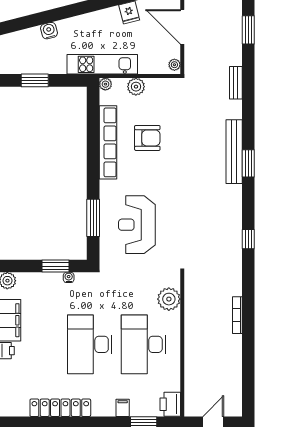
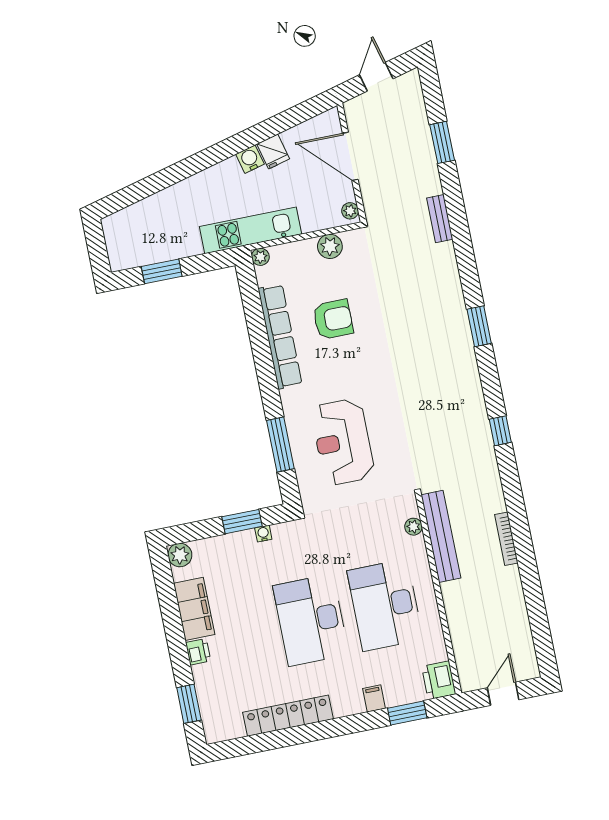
water cooler: (49, 31) -> (250, 159), moved
plant: (136, 87) -> (330, 246), moved
bench: (234, 152) -> (441, 536), moved
plant: (169, 299) -> (413, 527), width x0.53, depth x0.53

